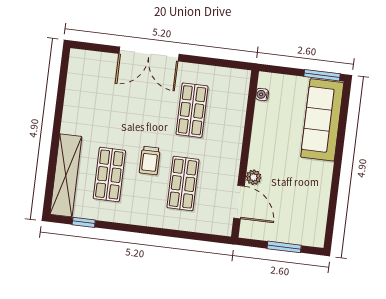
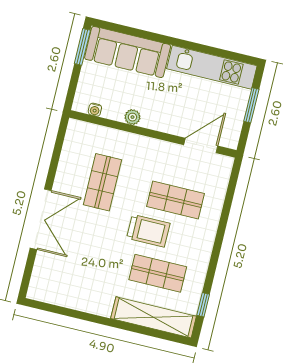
shop shelf: (192, 110) -> (103, 182), turned 90
trolley: (150, 160) -> (148, 231), width x1.36, depth x1.39
plant: (254, 177) -> (132, 117), moved
kitchen unit: (317, 204) -> (212, 67), added

